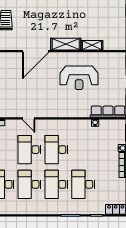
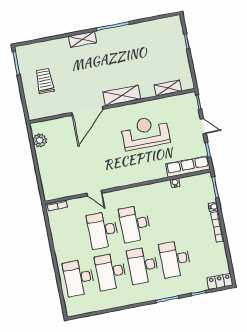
shelving: (92, 45) -> (168, 88), moved
reception desk: (79, 78) -> (145, 133), turned 180

